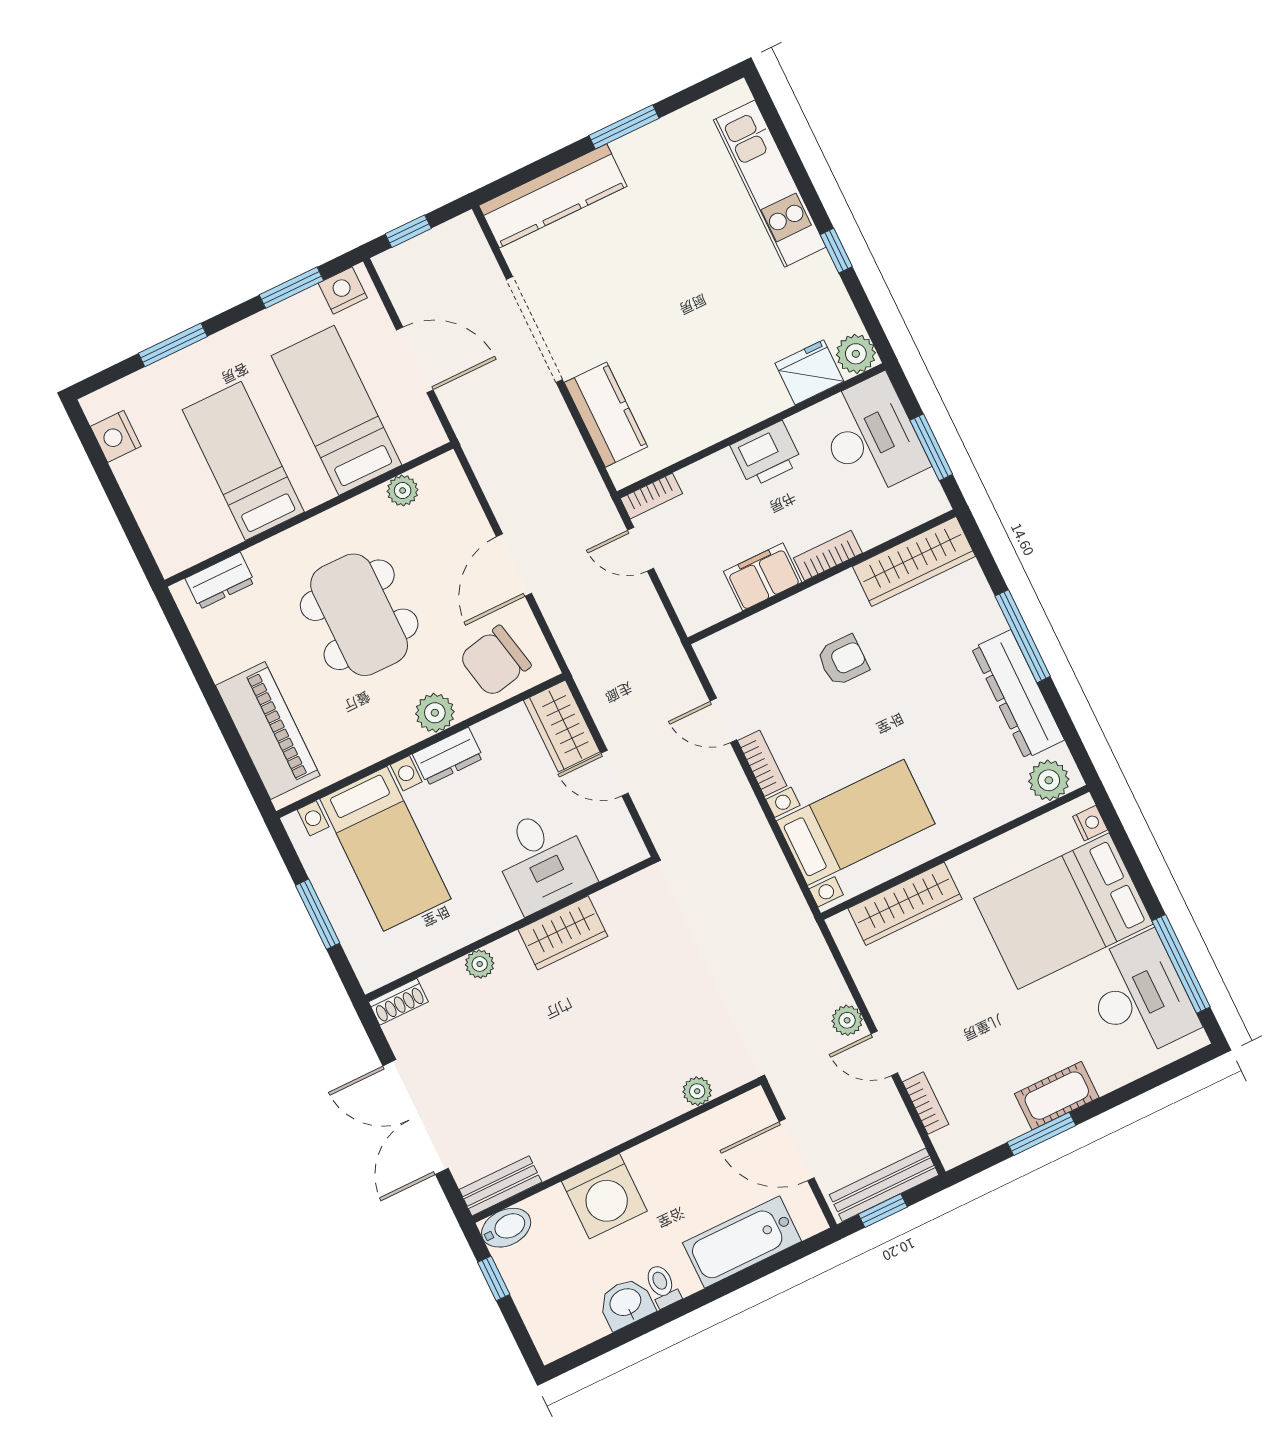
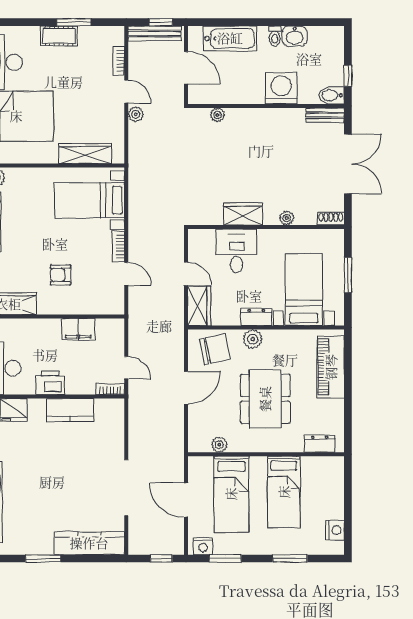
kitchen counter: (606, 415) -> (70, 410), moved, turned -90
bookcase: (828, 556) -> (45, 325), removed

